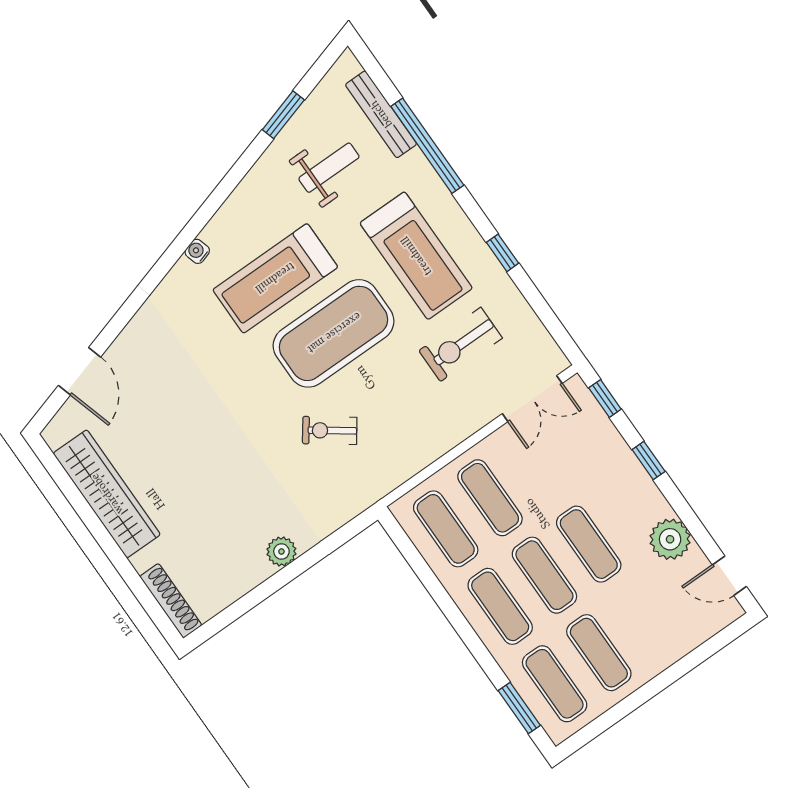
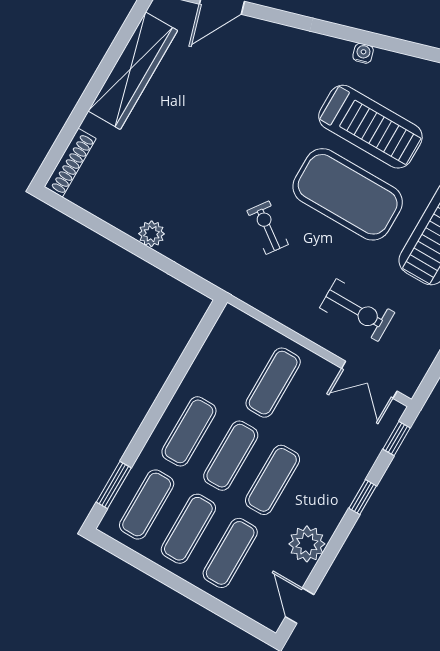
treadmill: (275, 278) -> (370, 127), turned 180
exercise bike: (461, 344) -> (357, 310), moved, turned 180
exercise mat: (446, 529) -> (230, 553), moved

